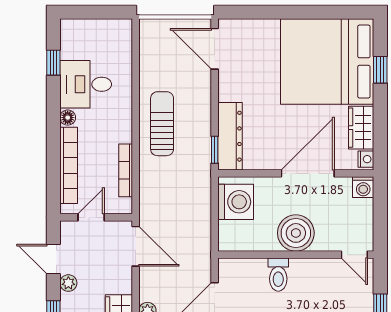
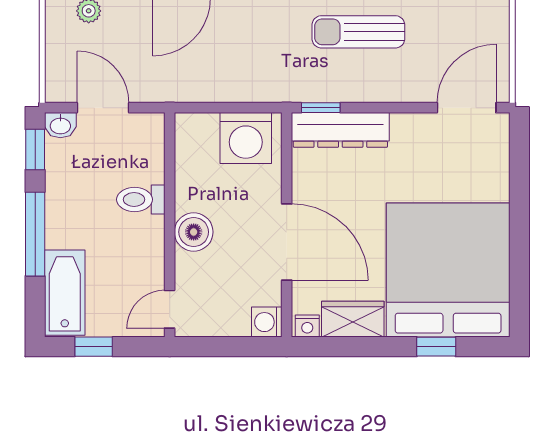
sun lounger: (162, 124) -> (358, 32), turned 180
boiler: (296, 233) -> (194, 232), width x0.73, depth x0.73

